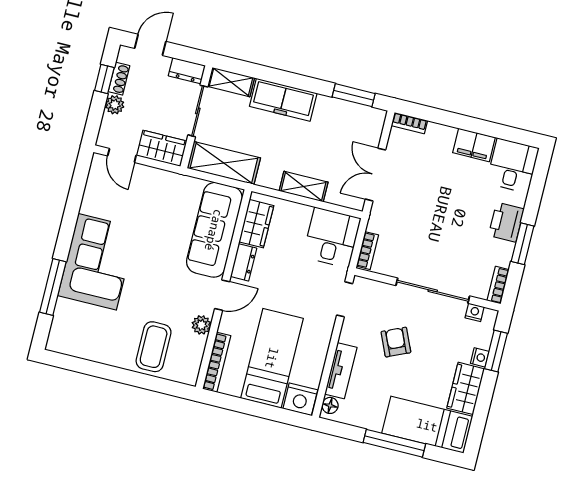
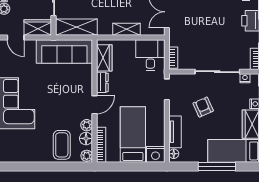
sofa: (214, 230) -> (64, 51), moved, turned -90
floor lamp: (195, 346) -> (86, 138), added
plant: (189, 374) -> (87, 156), added

